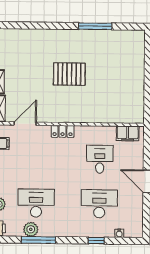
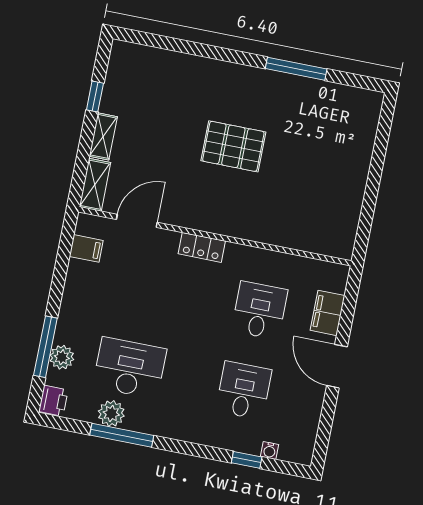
filing cabinet: (128, 133) -> (327, 313), moved, turned 90
desk: (99, 204) -> (244, 390), width x0.73
window: (96, 241) -> (247, 460), moved

